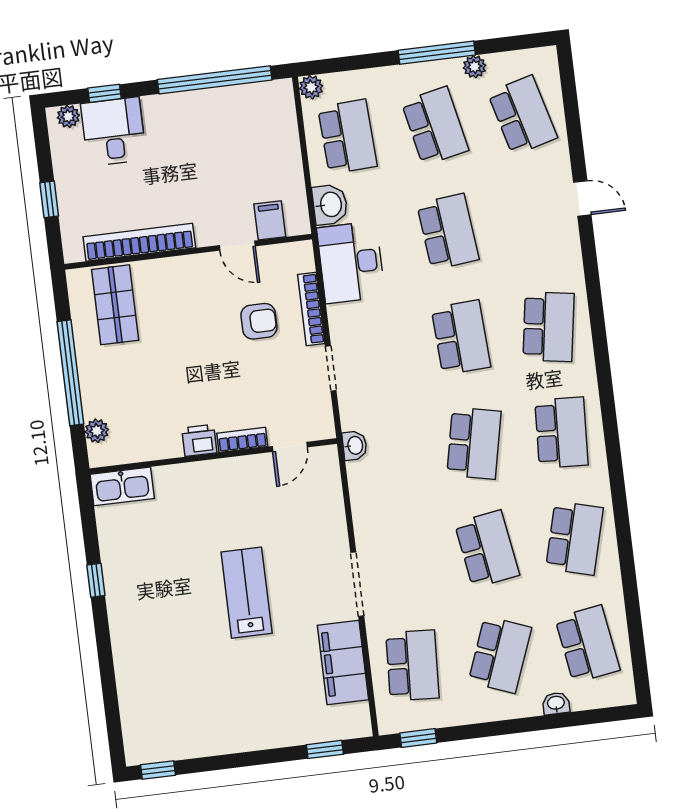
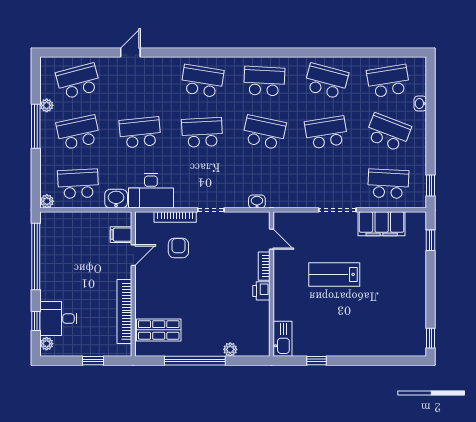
printer: (199, 440) -> (261, 291), moved
bookcase: (242, 440) -> (264, 266), moved
door: (290, 447) -> (271, 239), moved
wall: (213, 456) -> (271, 284), moved
kitchen sink: (122, 486) -> (282, 339), moved

